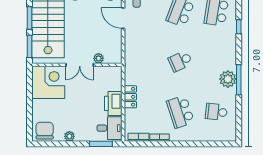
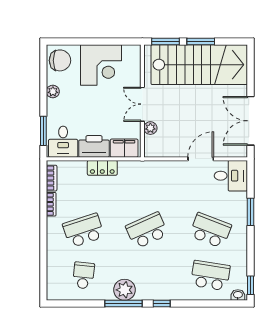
window: (239, 27) -> (162, 304), moved
school desk: (180, 61) -> (147, 230), width x1.85
filing cabinet: (115, 79) -> (124, 148), added
corner desk: (48, 82) -> (101, 65), moved

